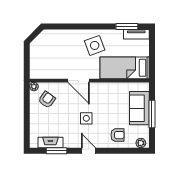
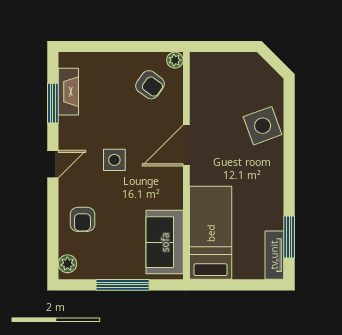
side table: (95, 45) -> (263, 126), moved
sofa: (139, 108) -> (165, 242), moved, turned -90

